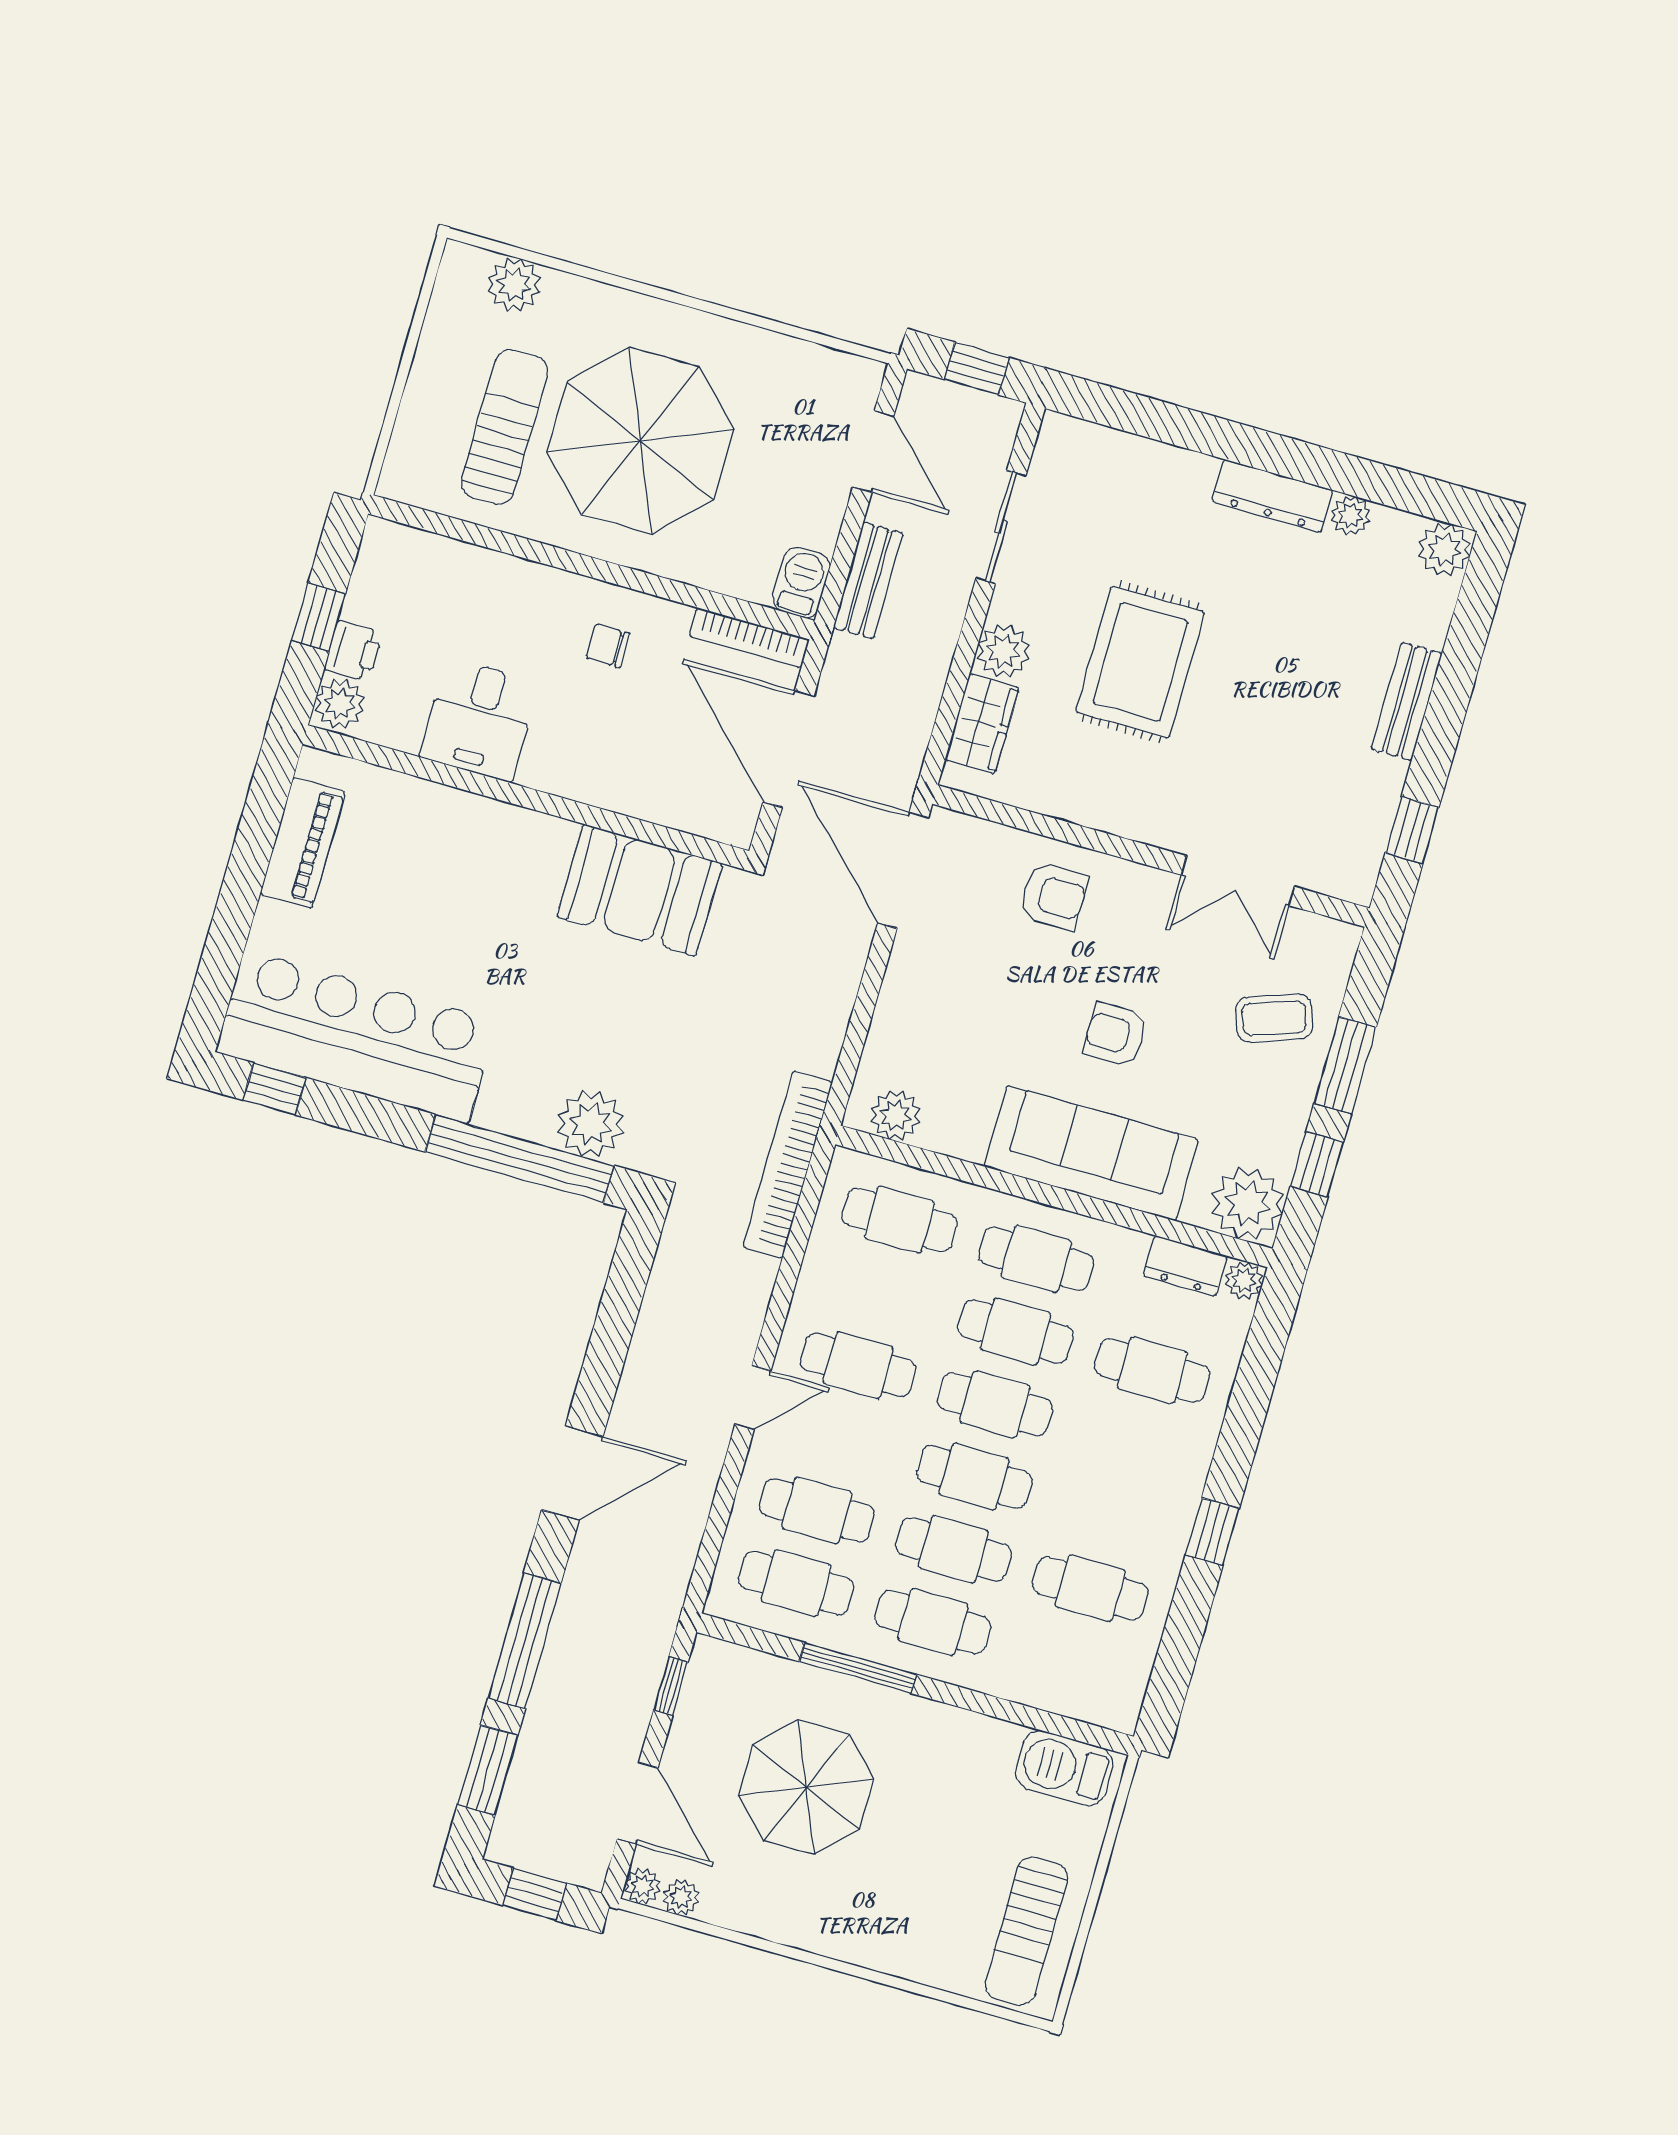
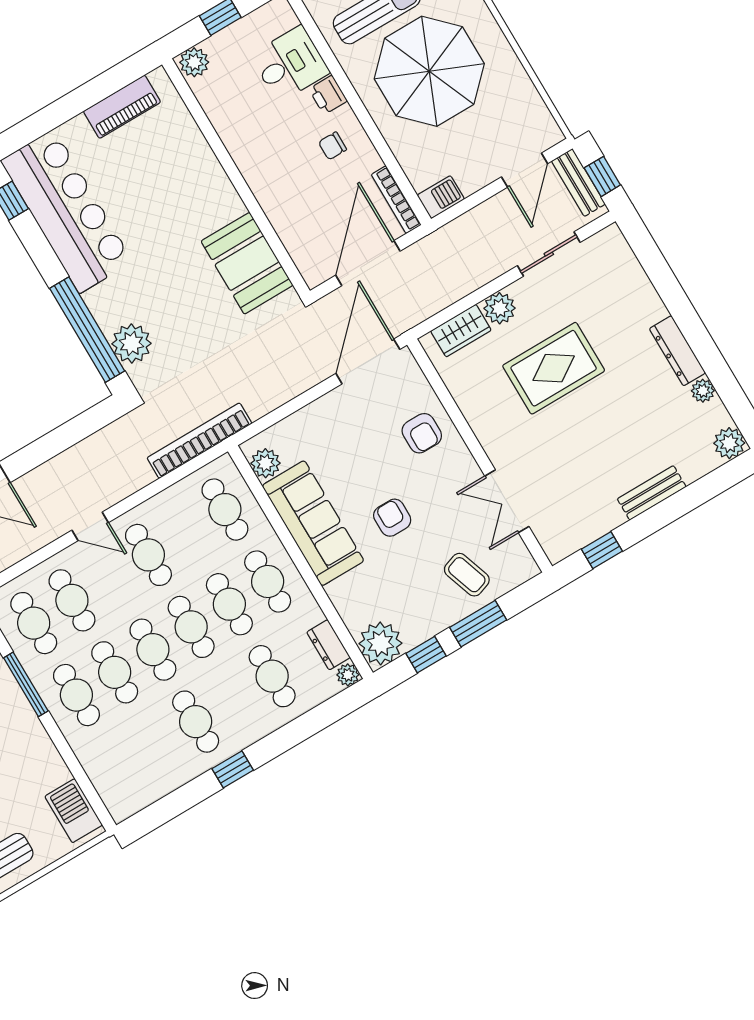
bench: (868, 580) -> (578, 183), moved, turned 90
chair: (608, 646) -> (332, 146), turned -90
printer: (353, 651) -> (328, 95), moved, turned 90
desk: (479, 720) -> (290, 64), moved, turned 180
sofa: (1091, 1153) -> (313, 523), moved
cafe table: (1090, 1588) -> (196, 722), moved

